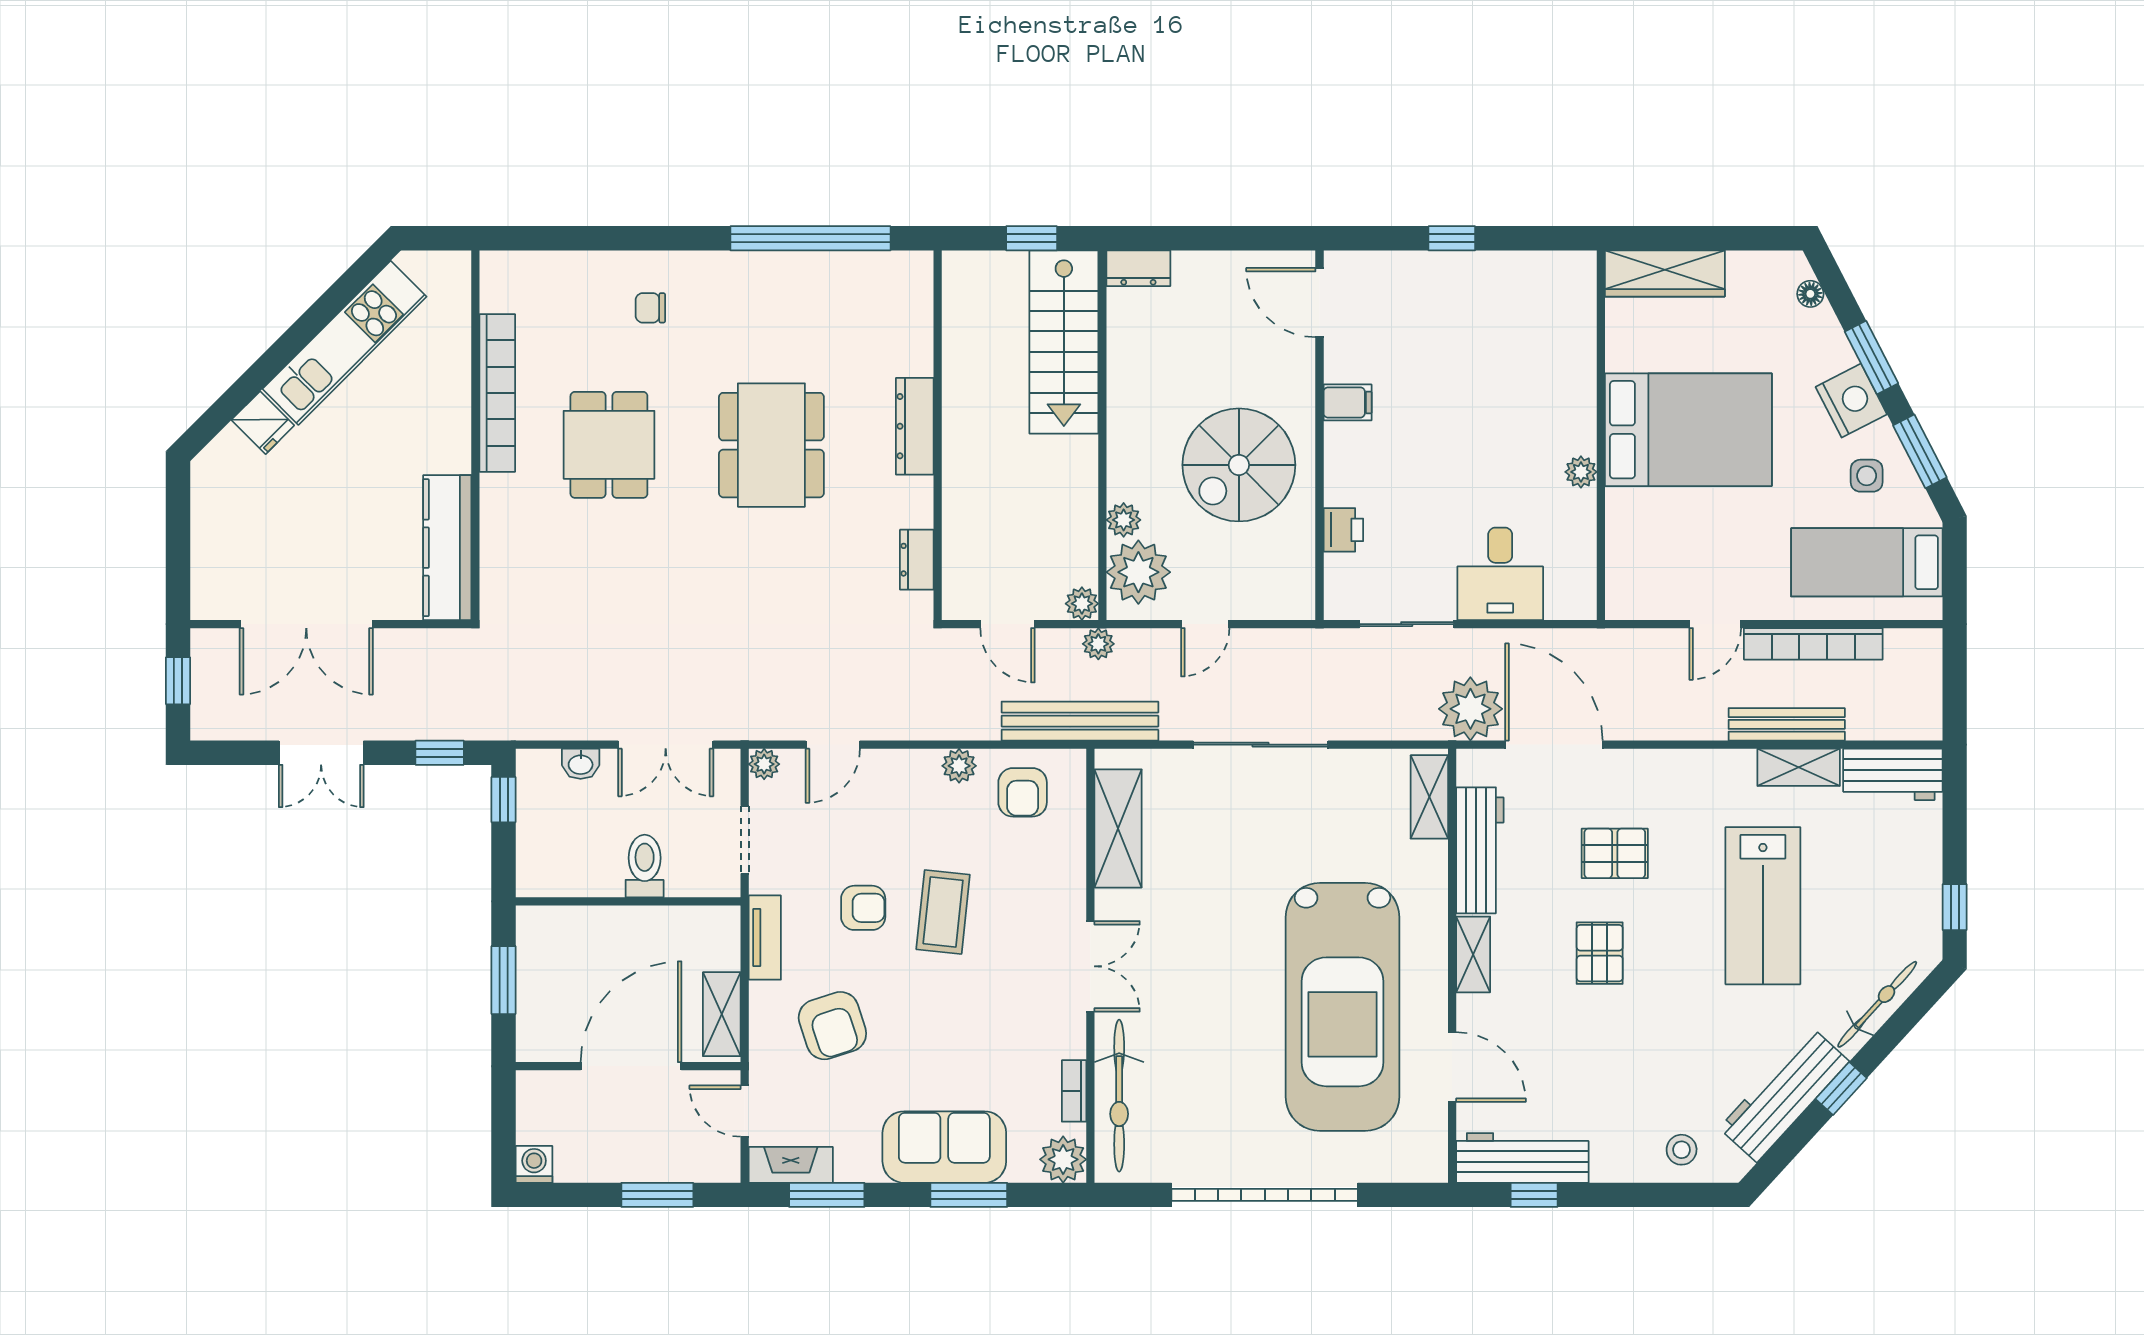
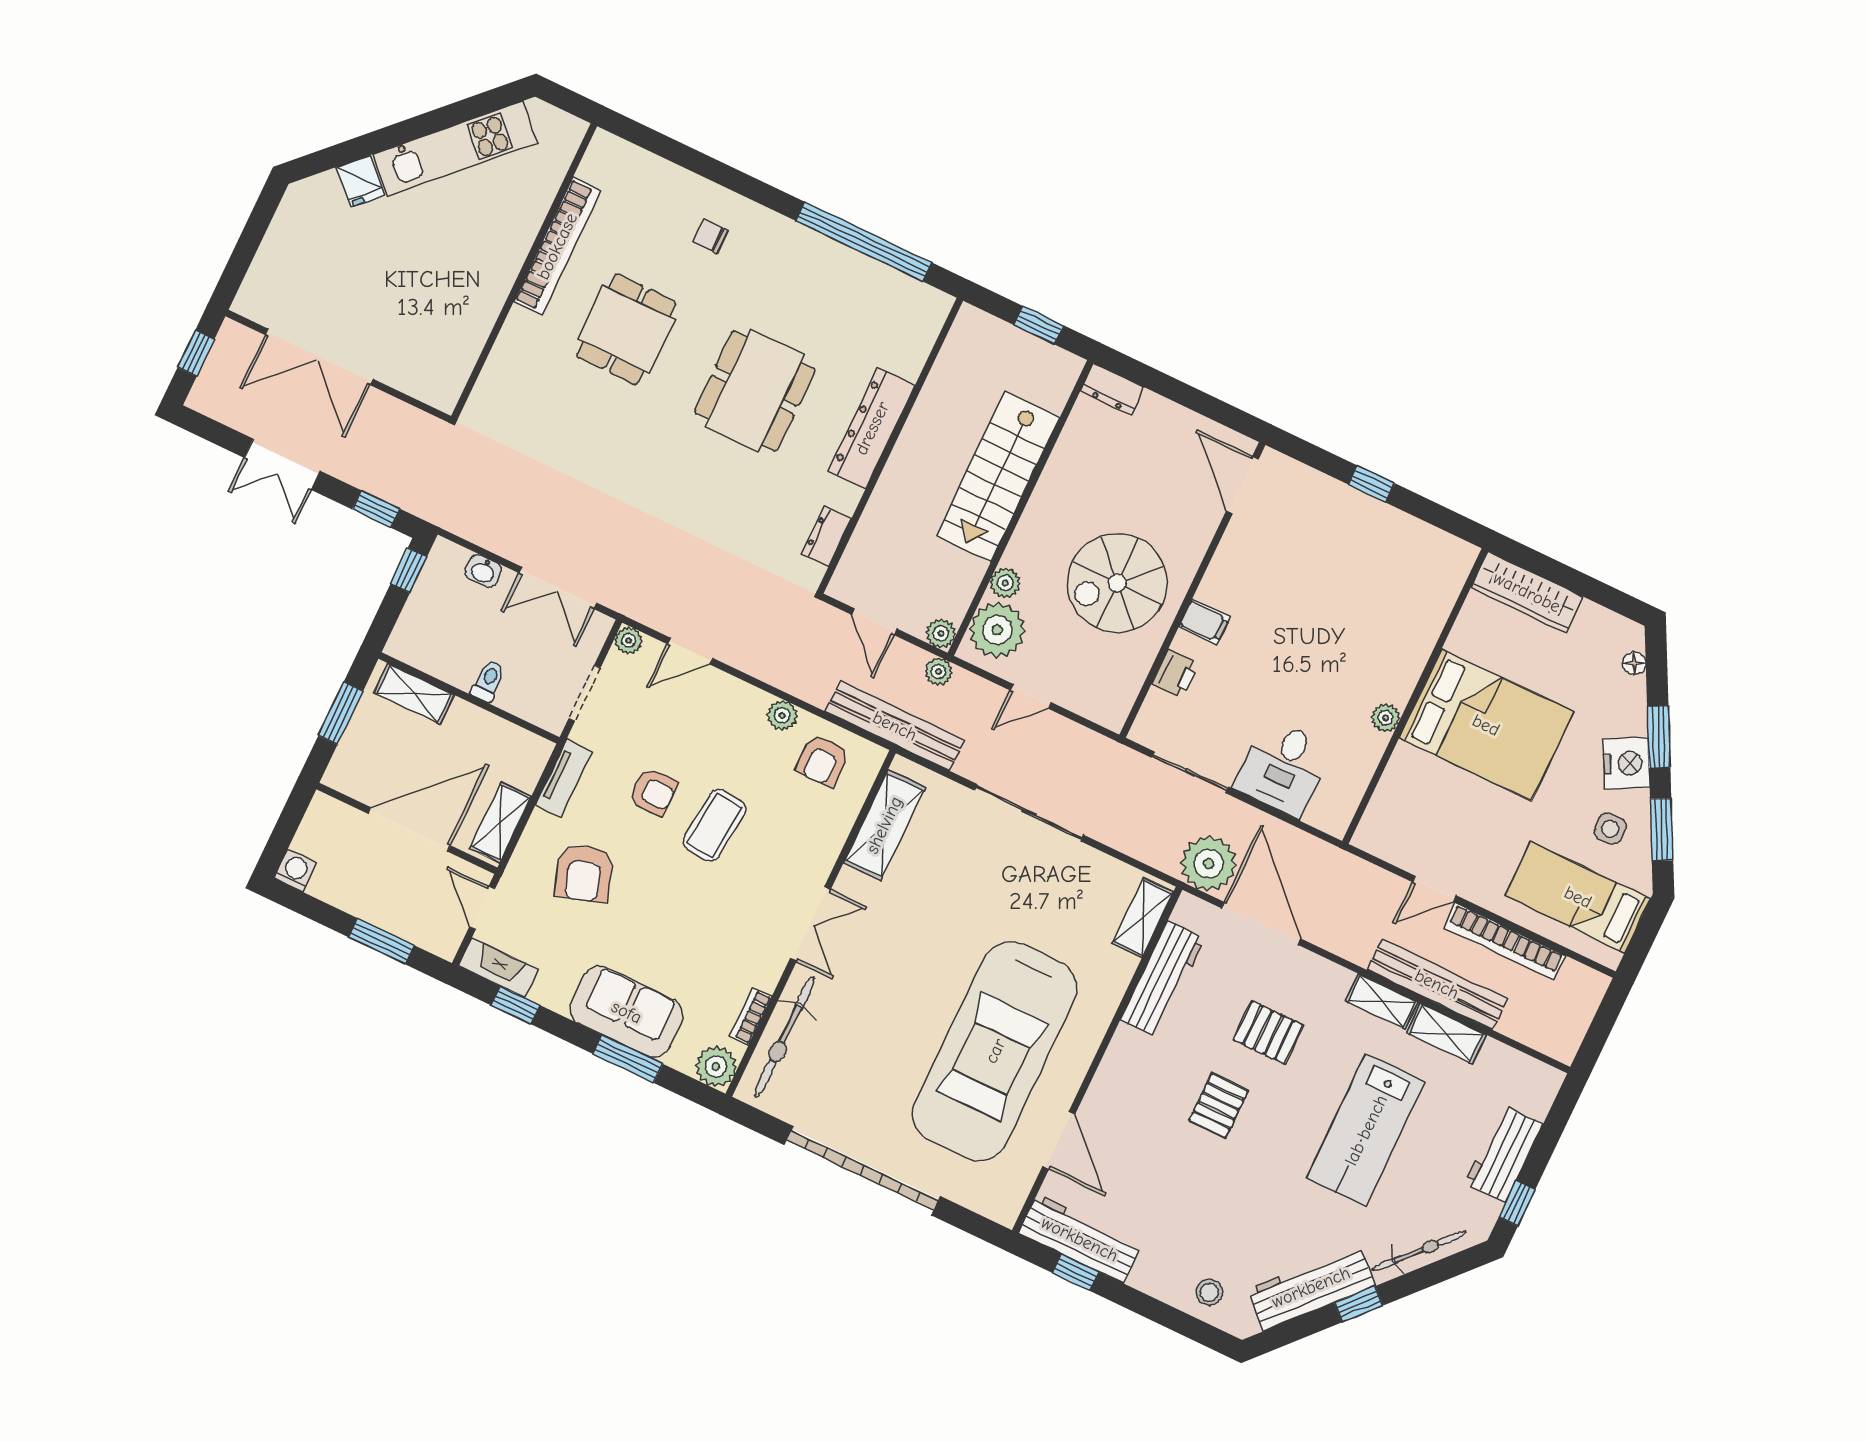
stairs: (1064, 342) -> (998, 476), moved
filing cabinet: (1348, 402) -> (1204, 622), moved
dresser: (915, 426) -> (872, 428), width x1.37, depth x1.24
kitchen counter: (447, 548) -> (459, 350), removed
bench: (1787, 724) -> (1437, 984), width x1.37, depth x1.21
workbench: (1893, 774) -> (1504, 1154), moved, turned 90
toilet: (645, 866) -> (488, 681), width x0.73, depth x0.72
shelving: (570, 924) -> (414, 694), added
shelving: (1473, 954) -> (1382, 1001), moved, turned 90
window: (827, 1195) -> (515, 1005), width x0.67

